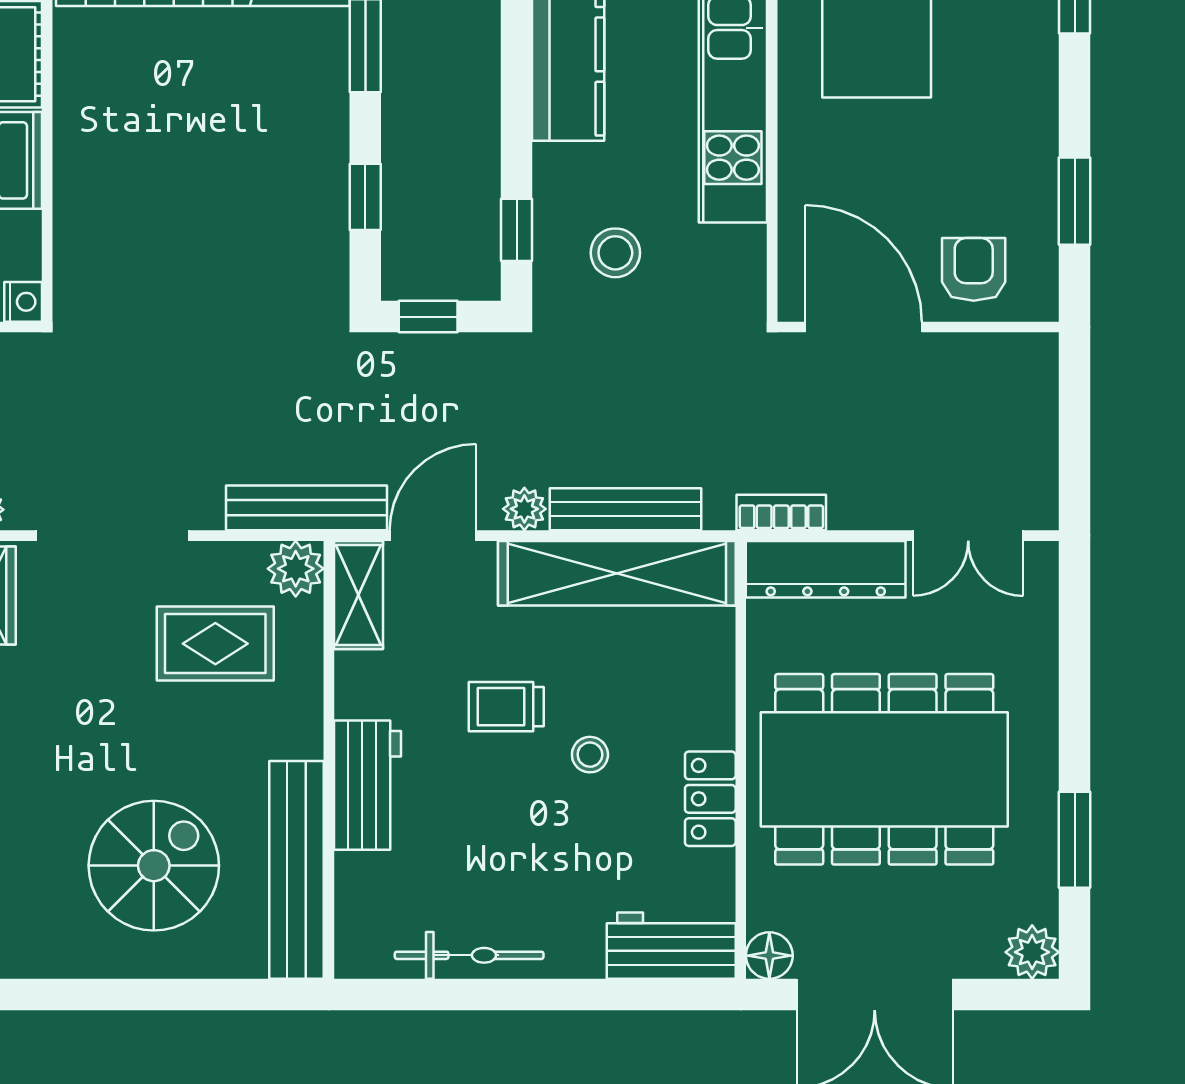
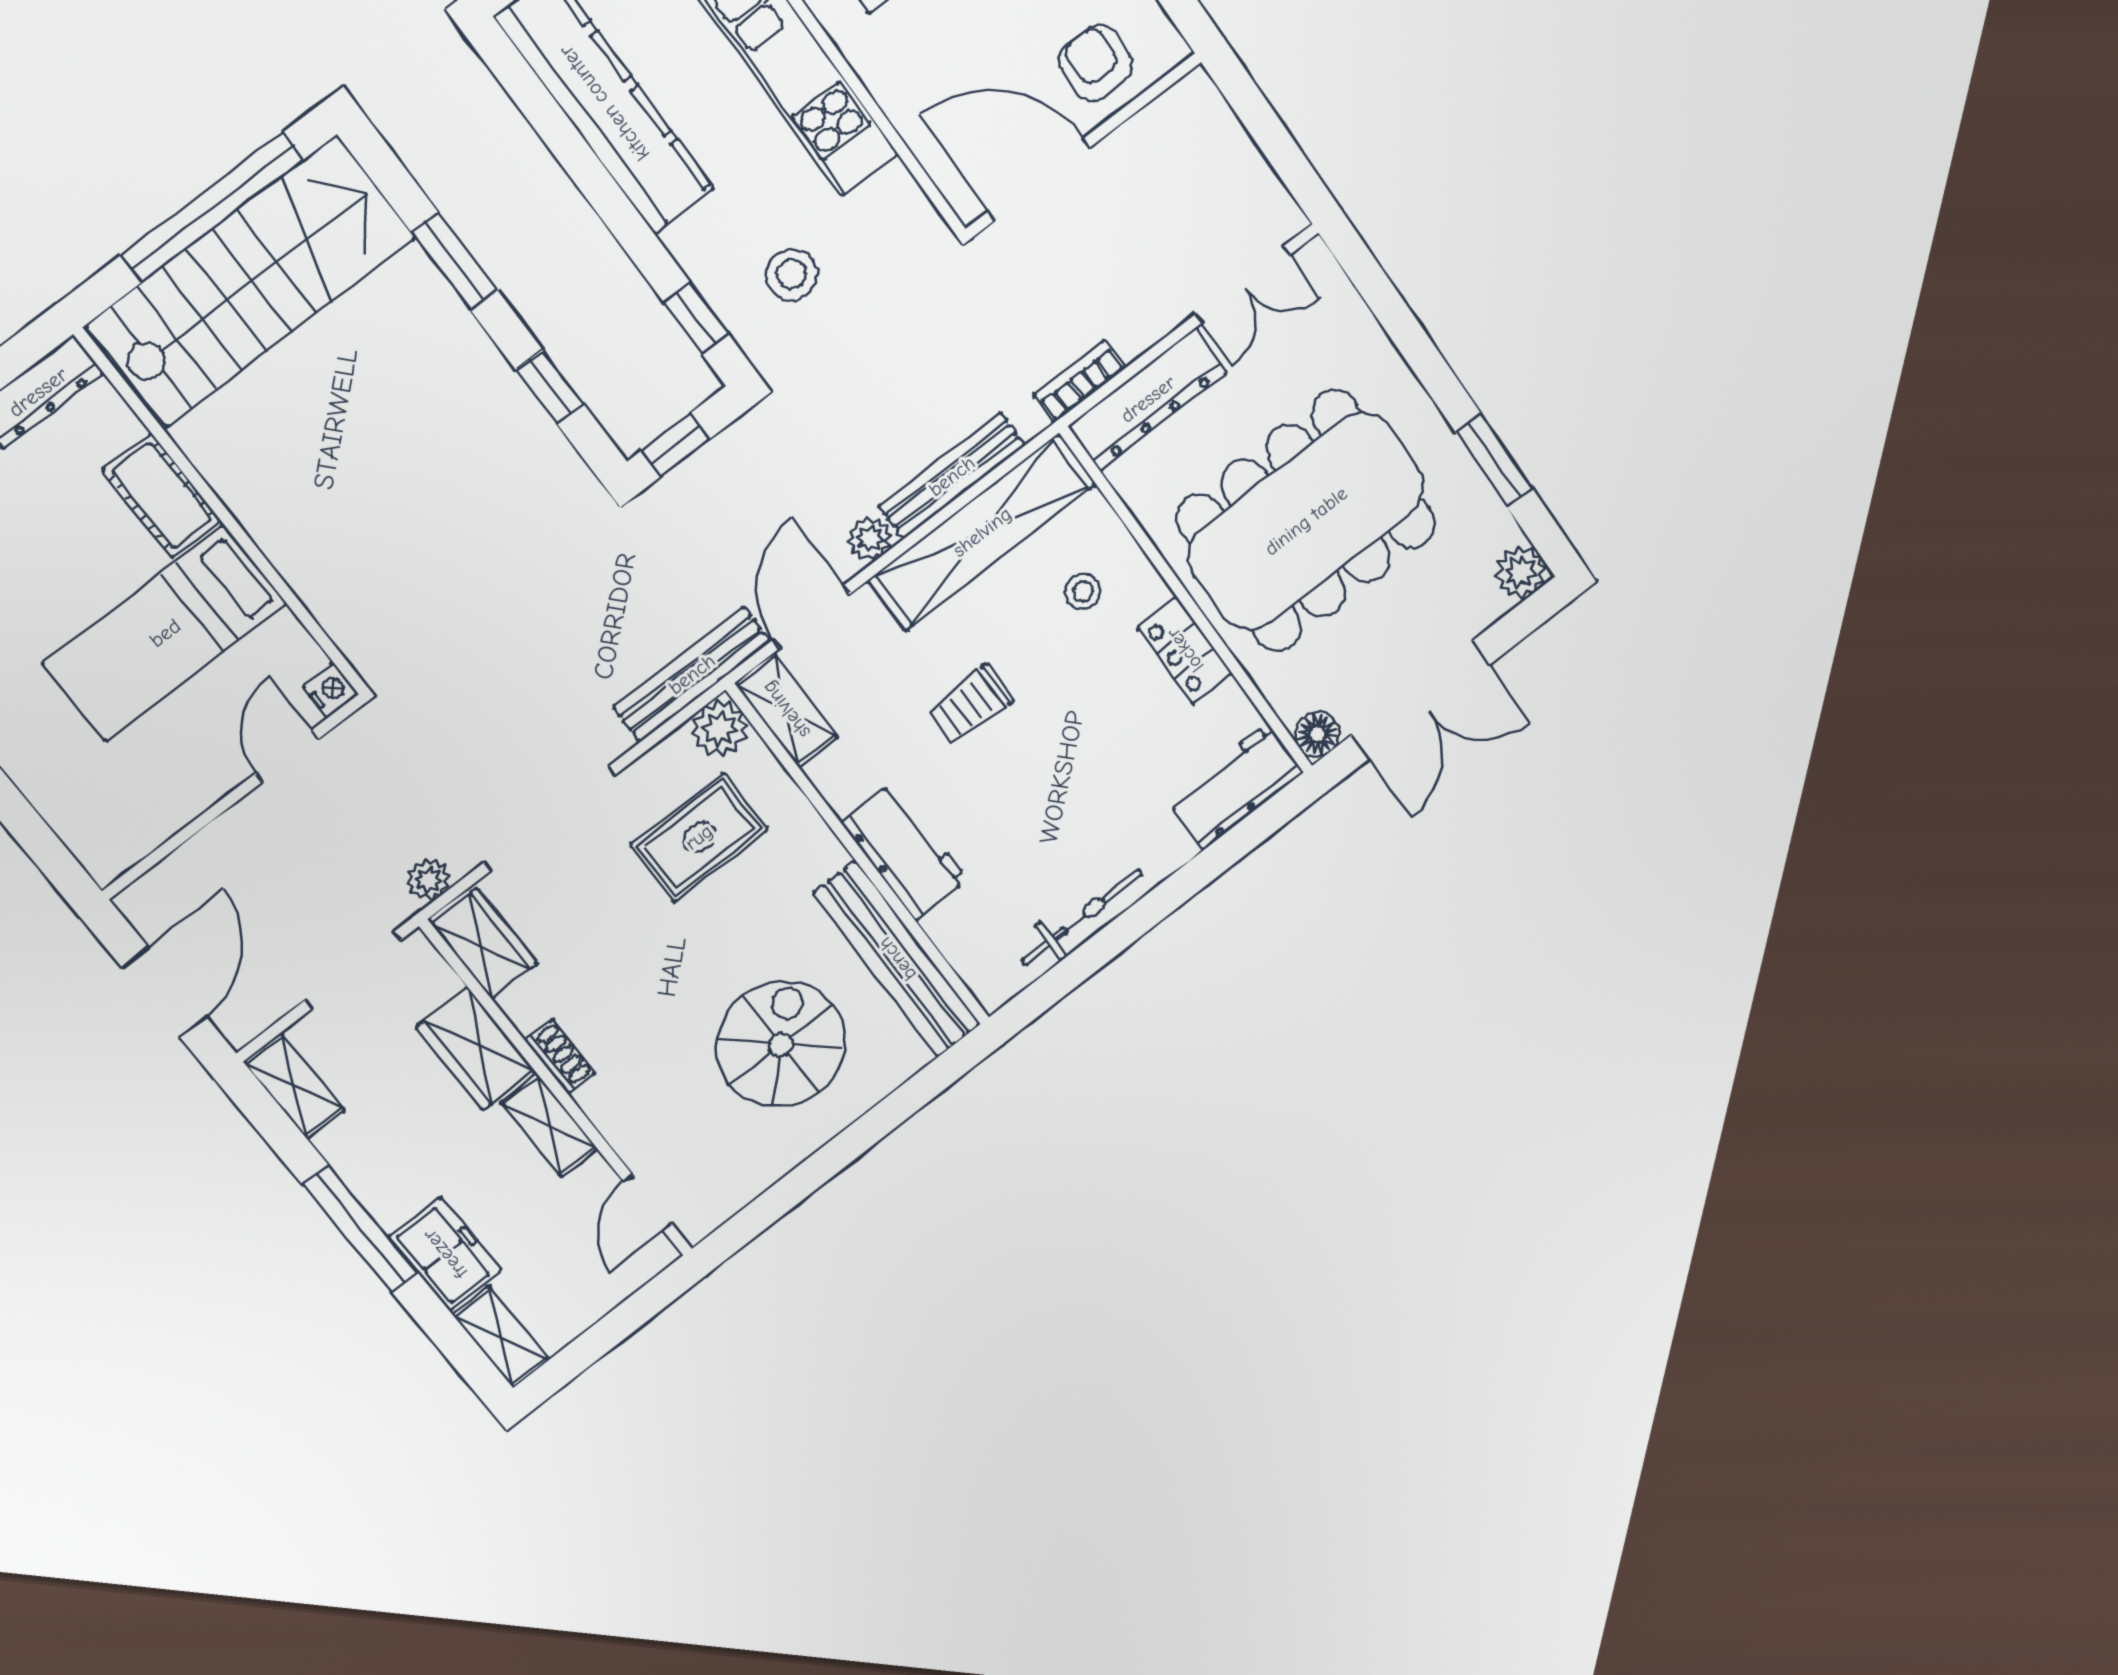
stool: (590, 755) -> (1083, 592), moved

